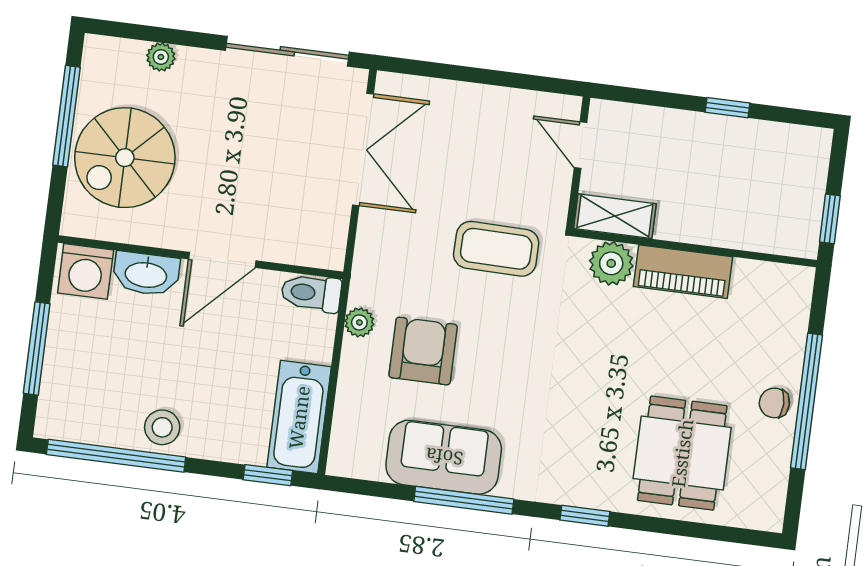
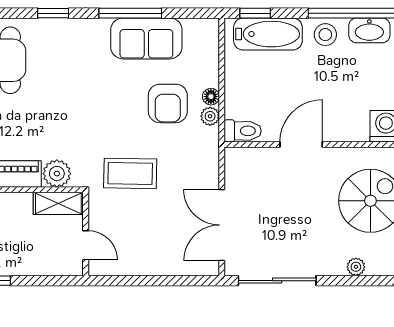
washbasin: (146, 274) -> (369, 30), moved, turned 180
floor lamp: (354, 353) -> (211, 97), added
bathtub: (299, 417) -> (268, 34), moved, turned 90

